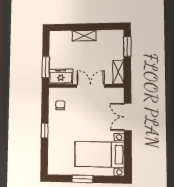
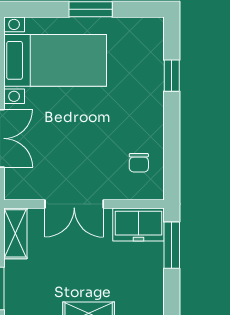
window: (45, 131) -> (172, 76), moved

